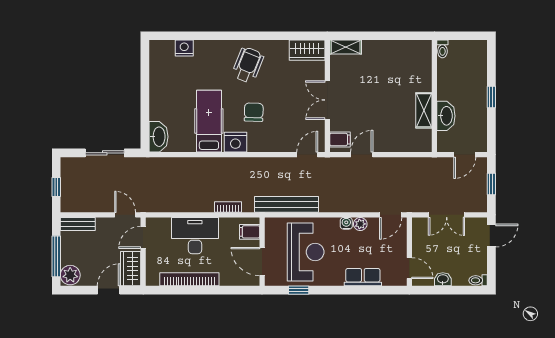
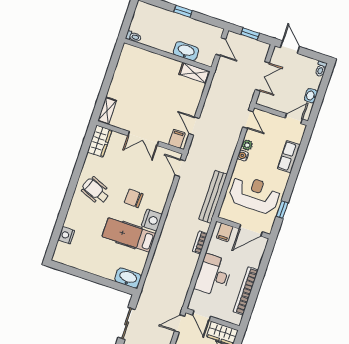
shelving: (424, 110) -> (194, 73), moved

